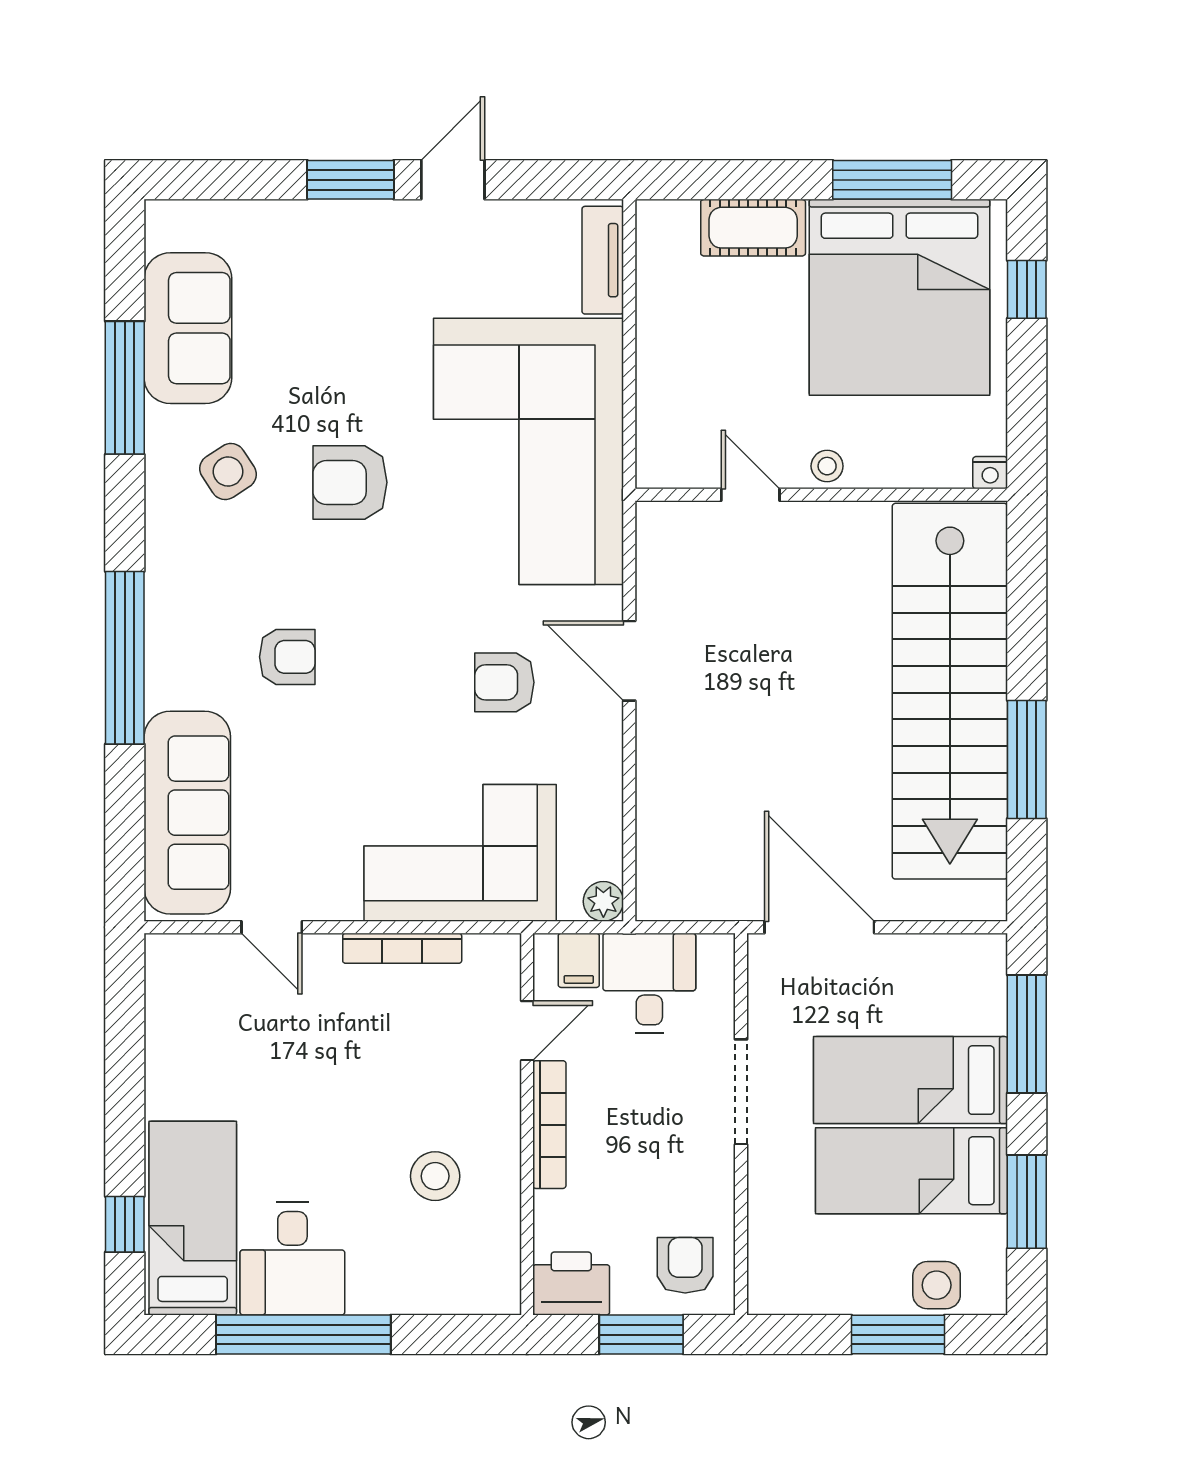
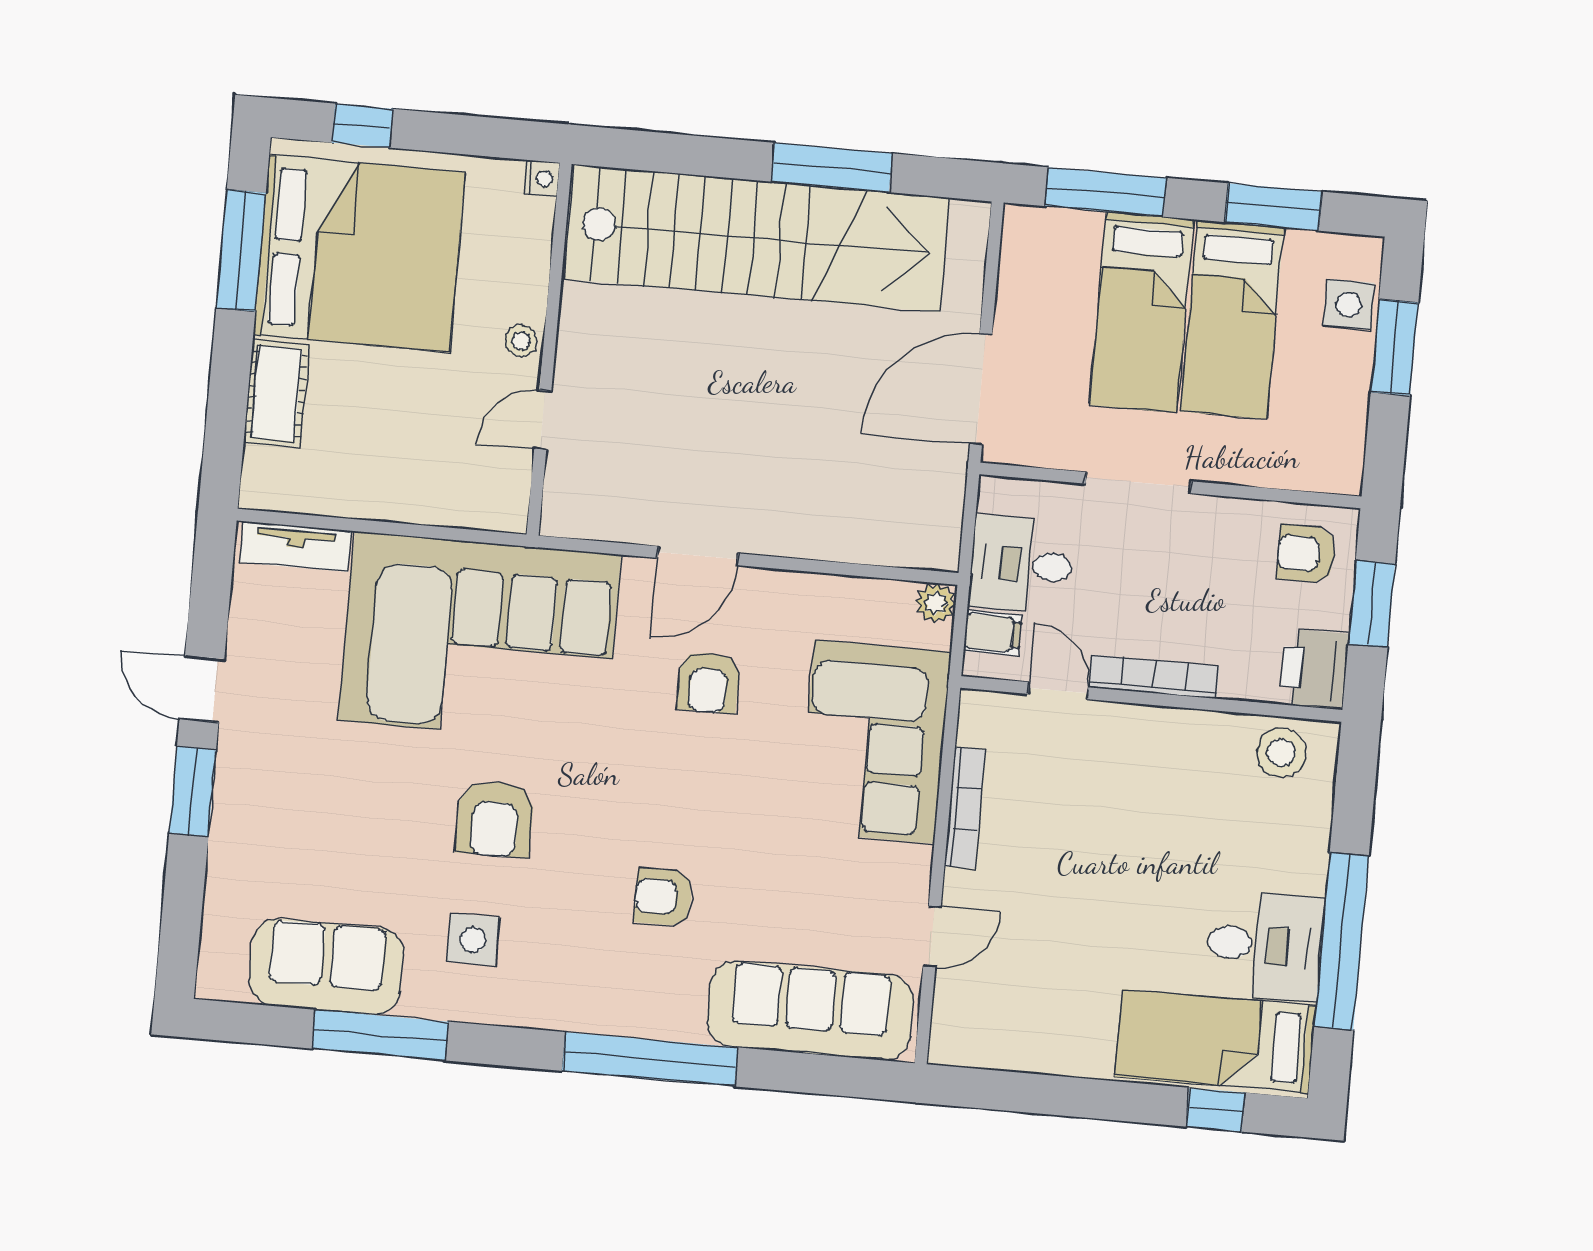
side table: (228, 472) -> (473, 939), turned 33
armchair: (287, 657) -> (663, 897), turned -90
stool: (435, 1176) -> (1281, 753), moved

